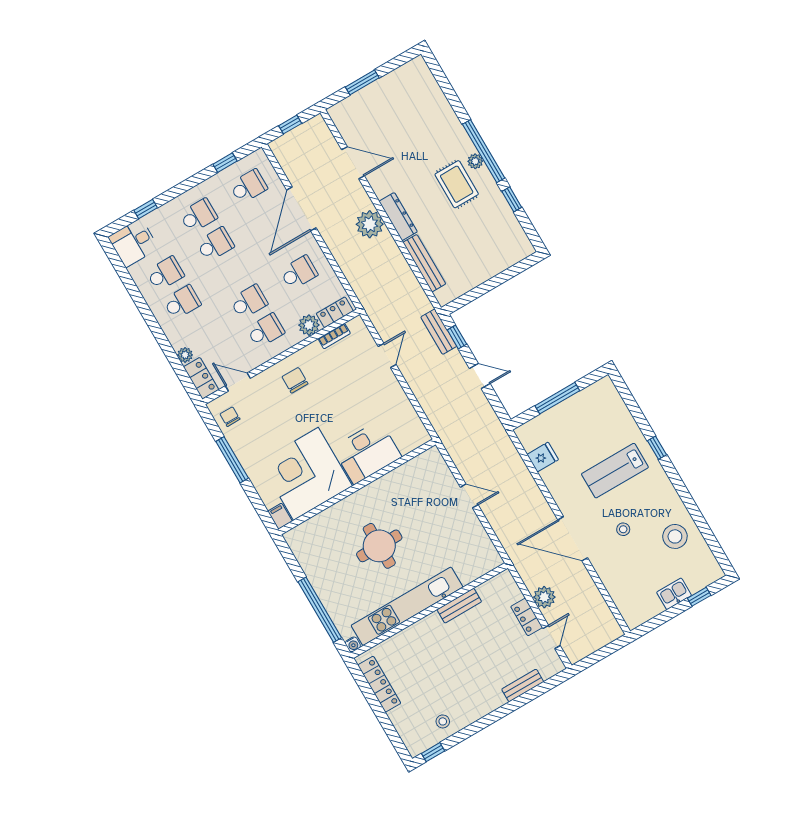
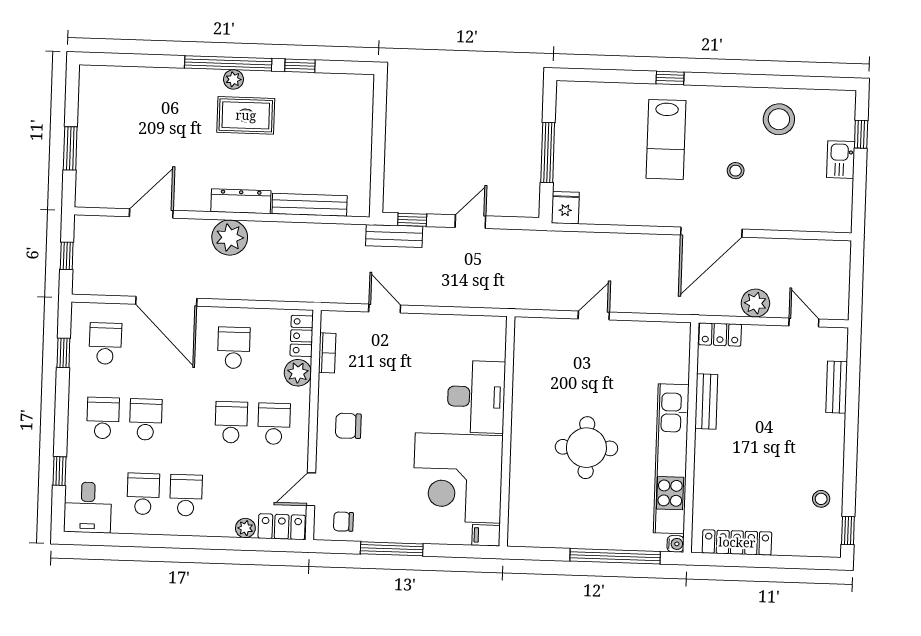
fridge: (543, 457) -> (565, 208), moved
locker: (527, 617) -> (720, 334), moved

